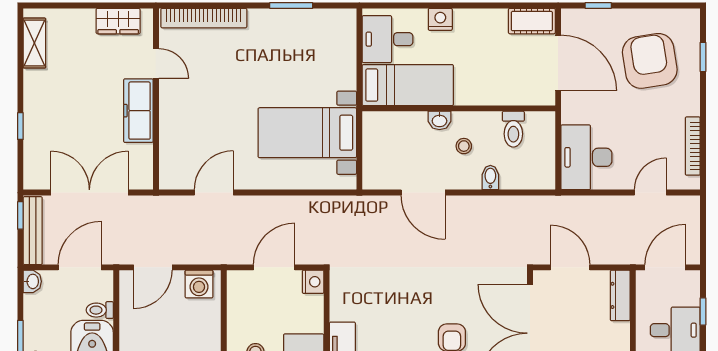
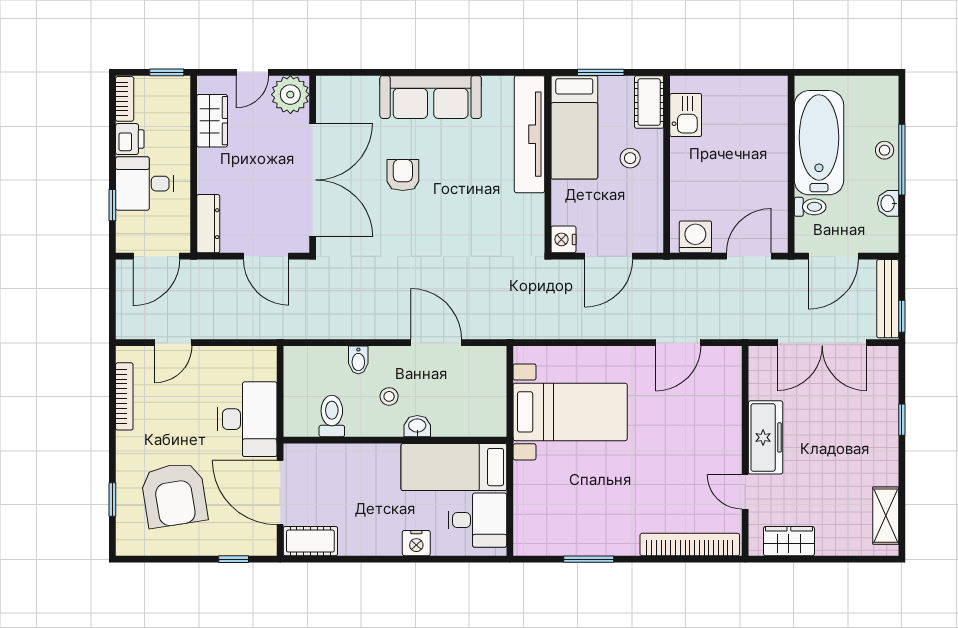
desk: (586, 157) -> (247, 419), moved
washbasin: (32, 281) -> (888, 203), moved

